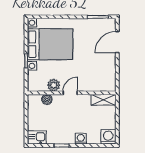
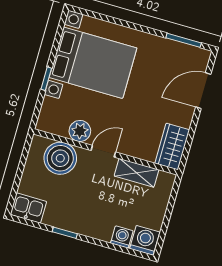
wardrobe: (109, 79) -> (172, 147), added
boiler: (47, 99) -> (60, 158), width x1.86, depth x1.86
shelving: (103, 100) -> (137, 173), moved
washing machine: (81, 139) -> (122, 237), moved

